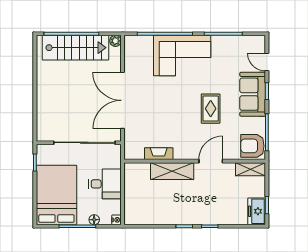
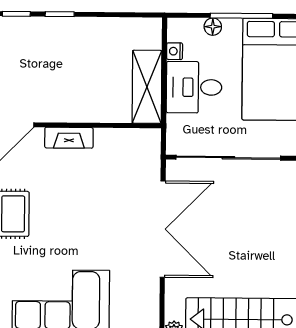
fireplace: (159, 154) -> (69, 138), moved
shelving: (172, 171) -> (147, 87), moved, turned 90
nightstand: (117, 220) -> (175, 51), moved

